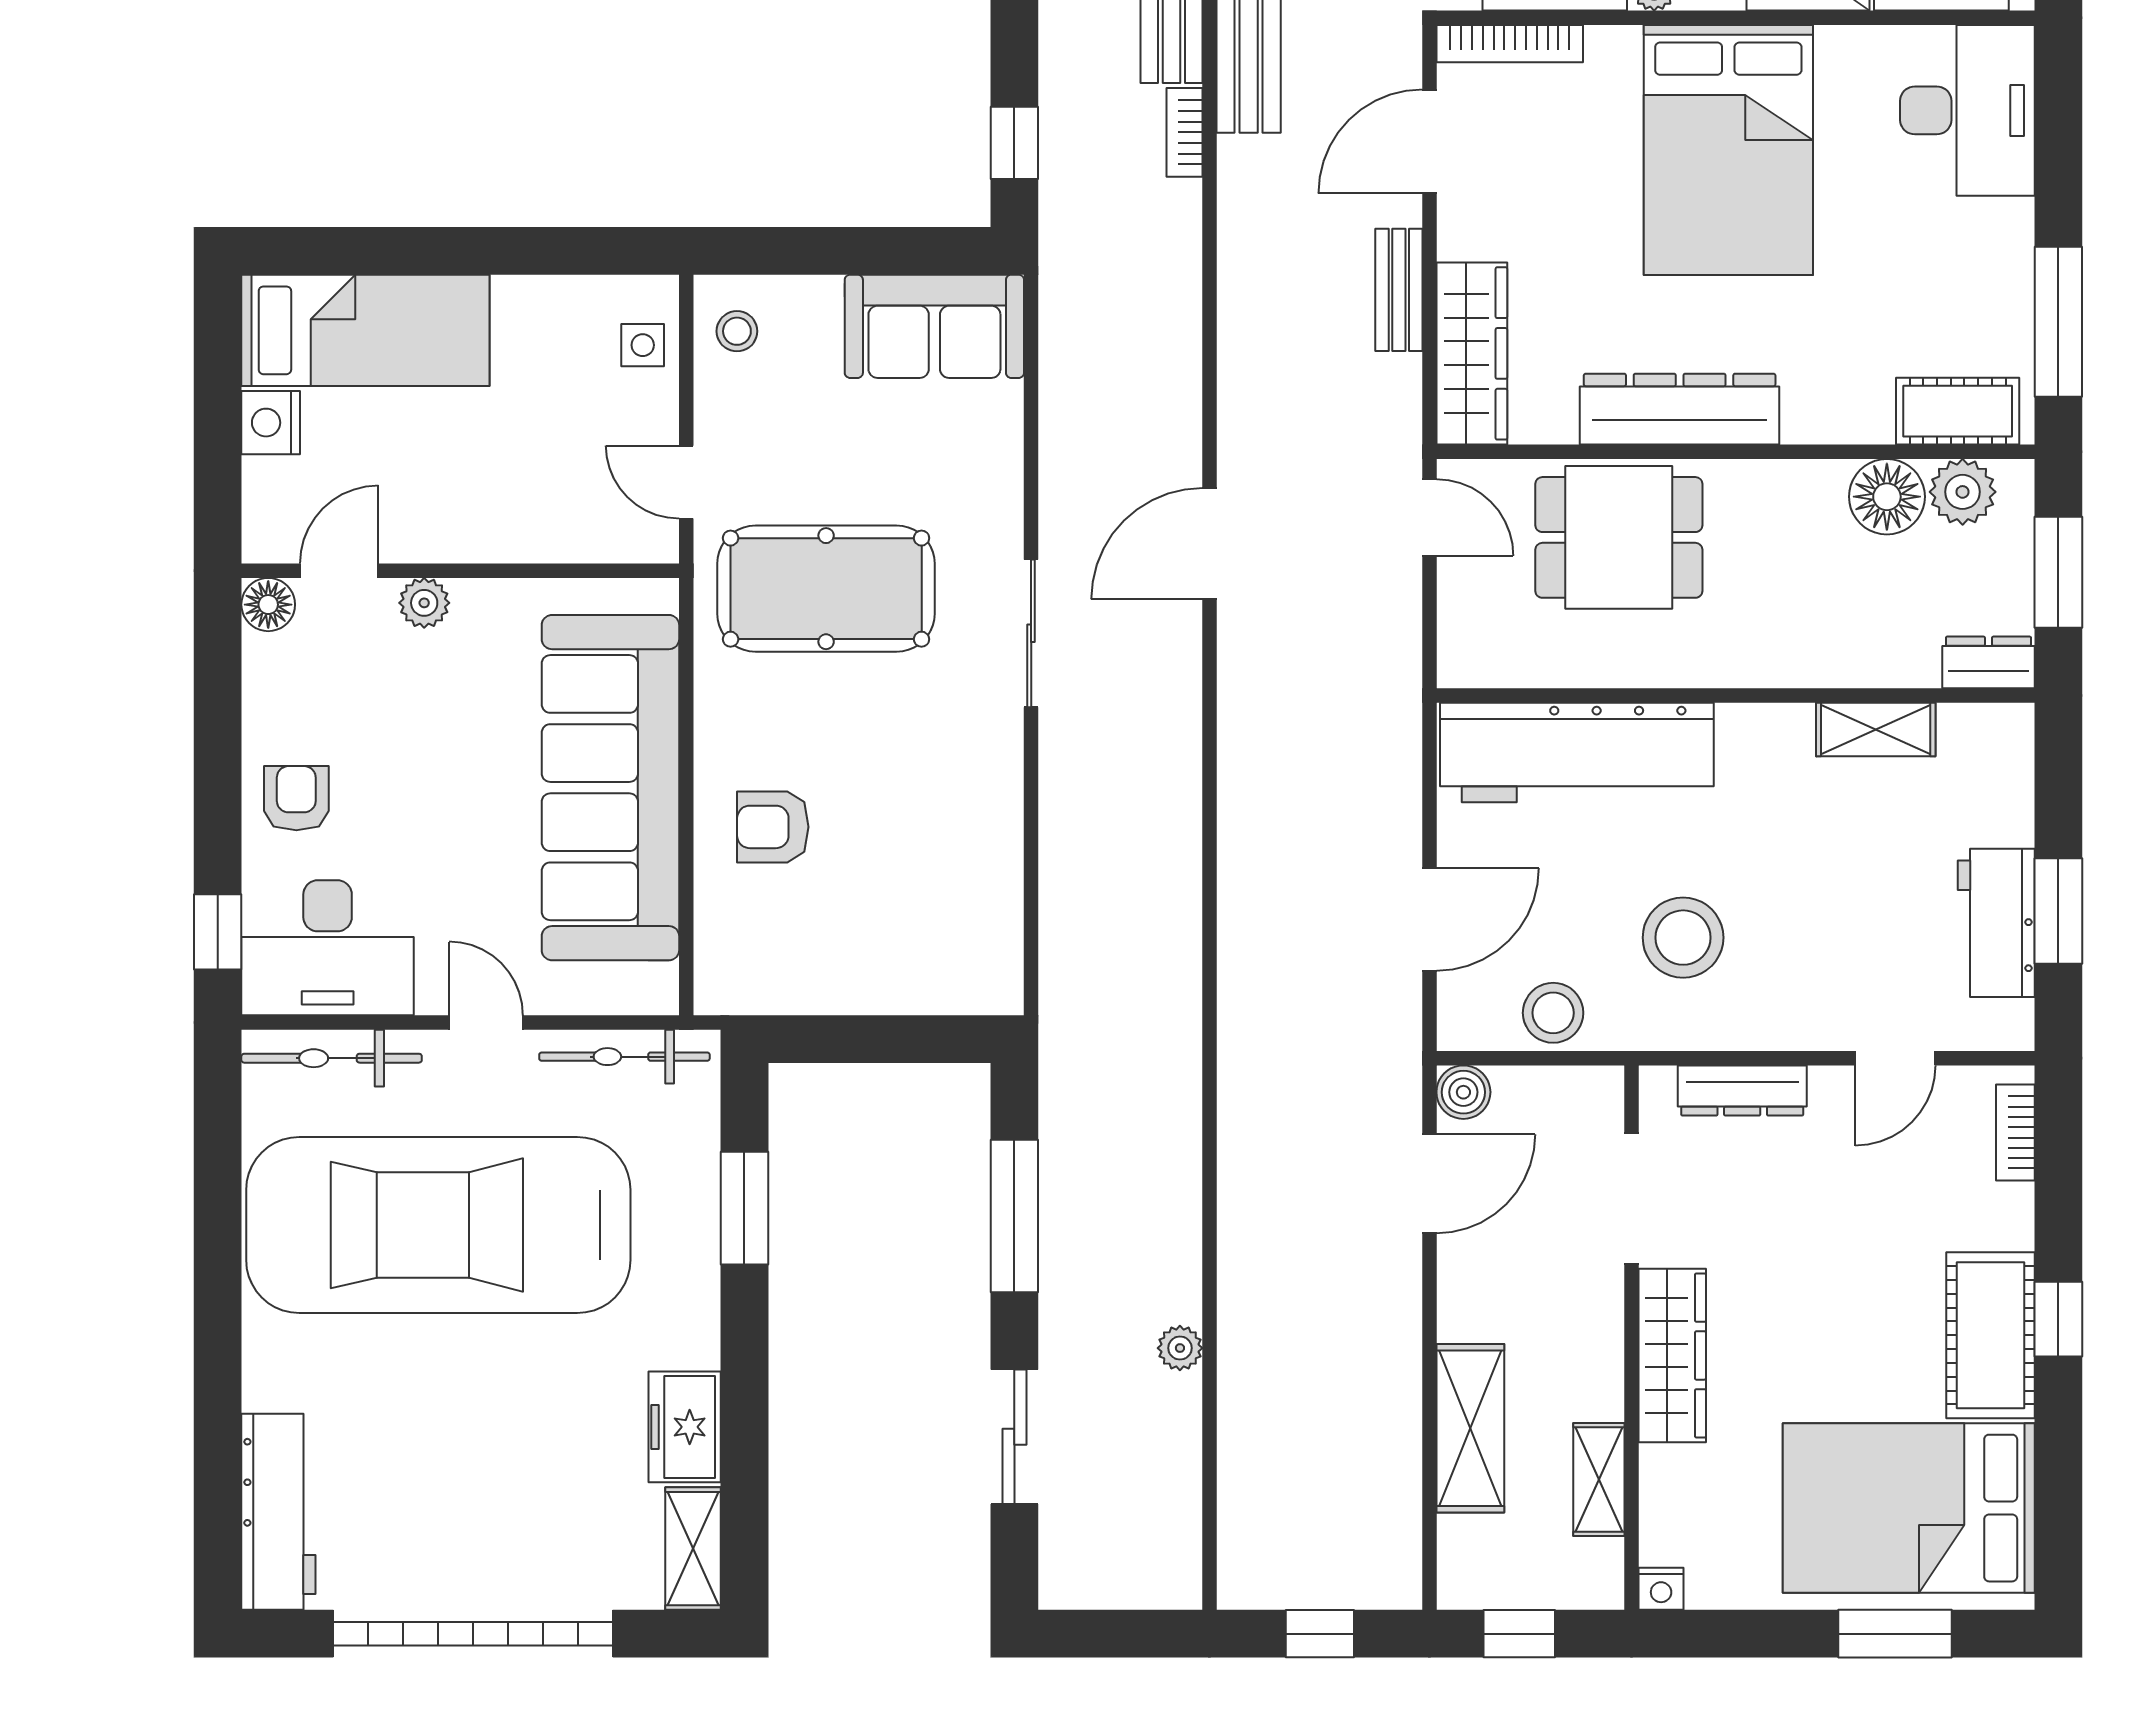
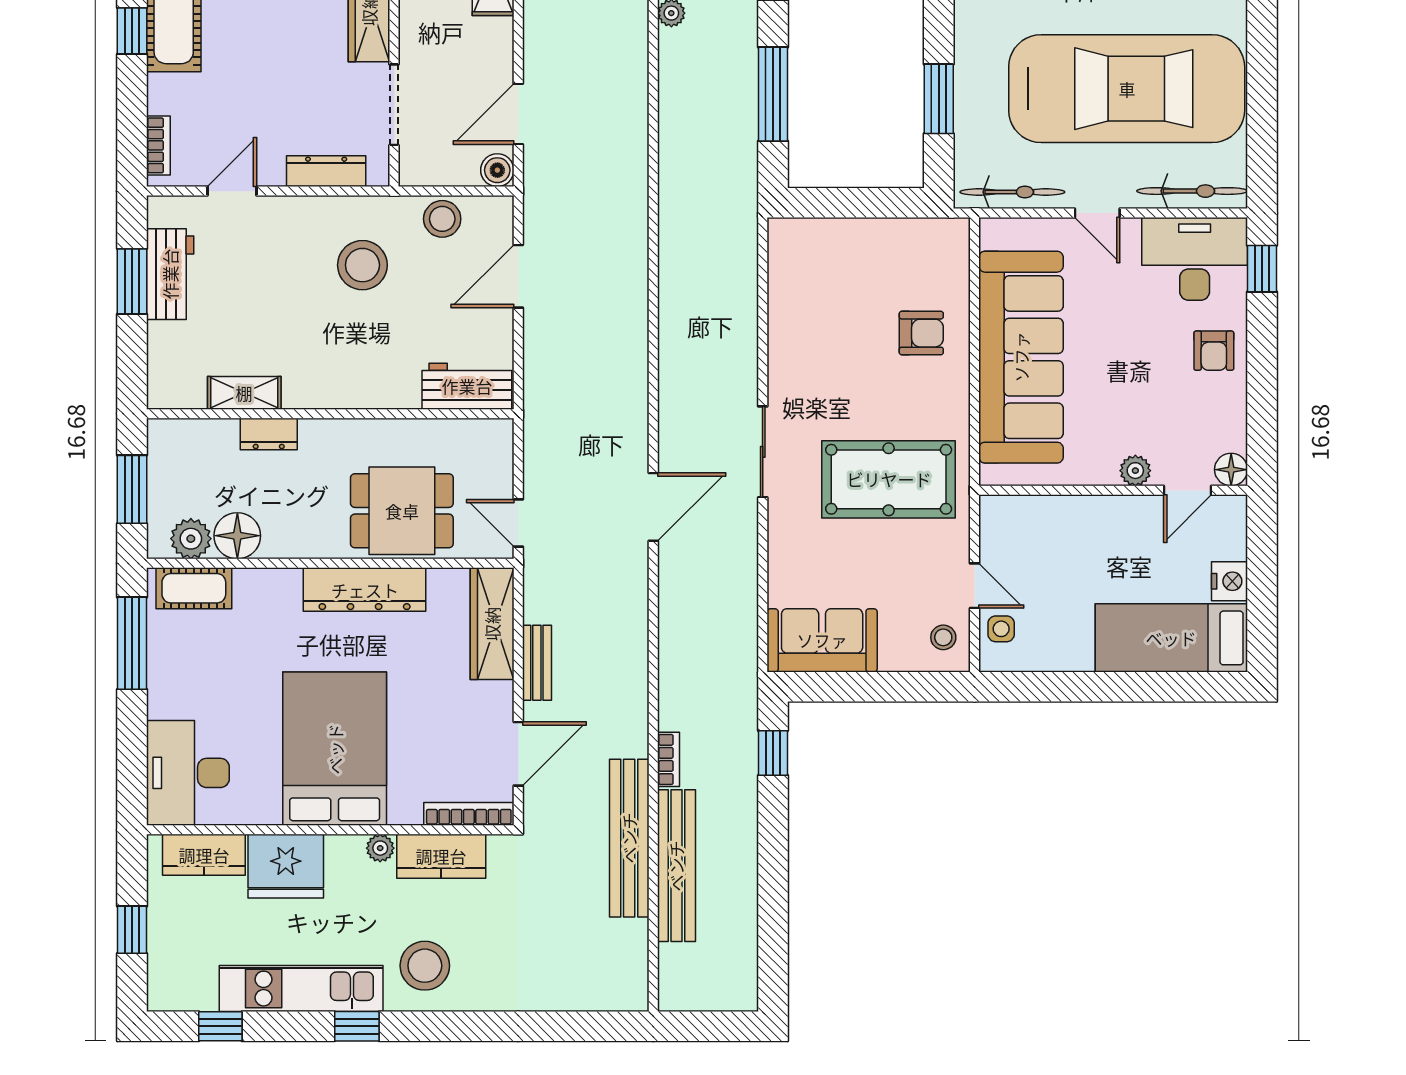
door: (686, 482) -> (974, 586), moved
dresser: (1988, 662) -> (269, 434), moved
workbench: (1577, 752) -> (467, 386), width x0.53, depth x0.76

